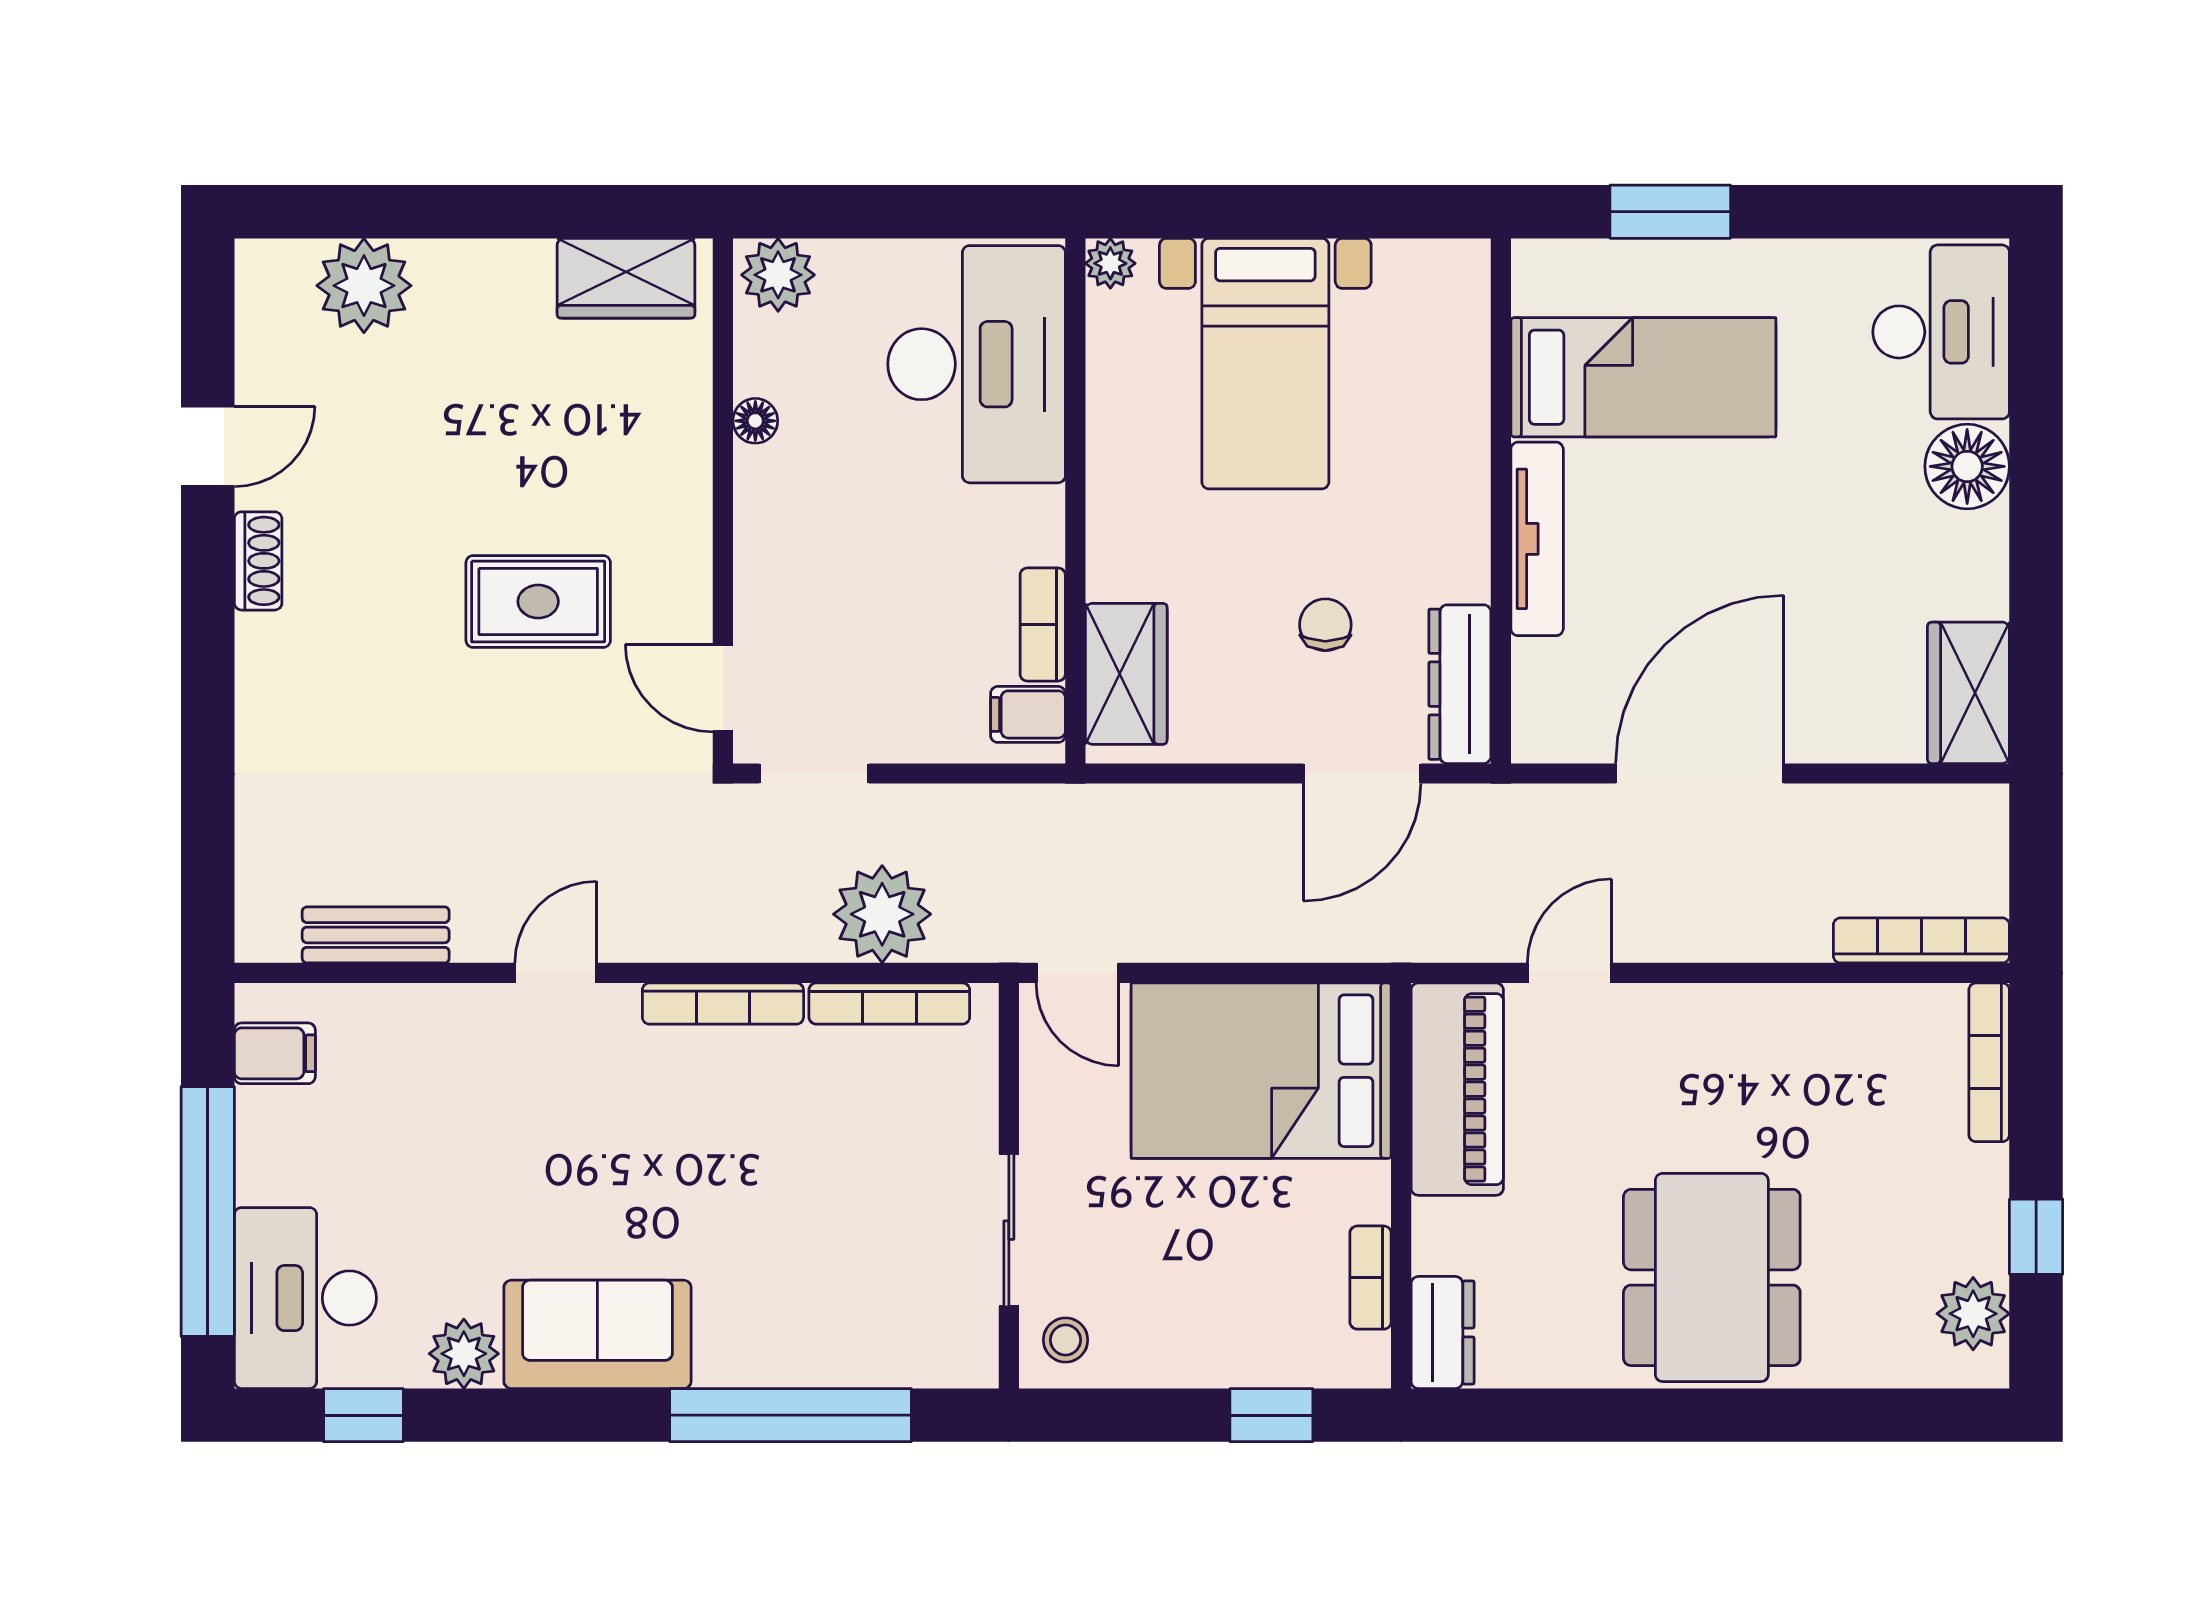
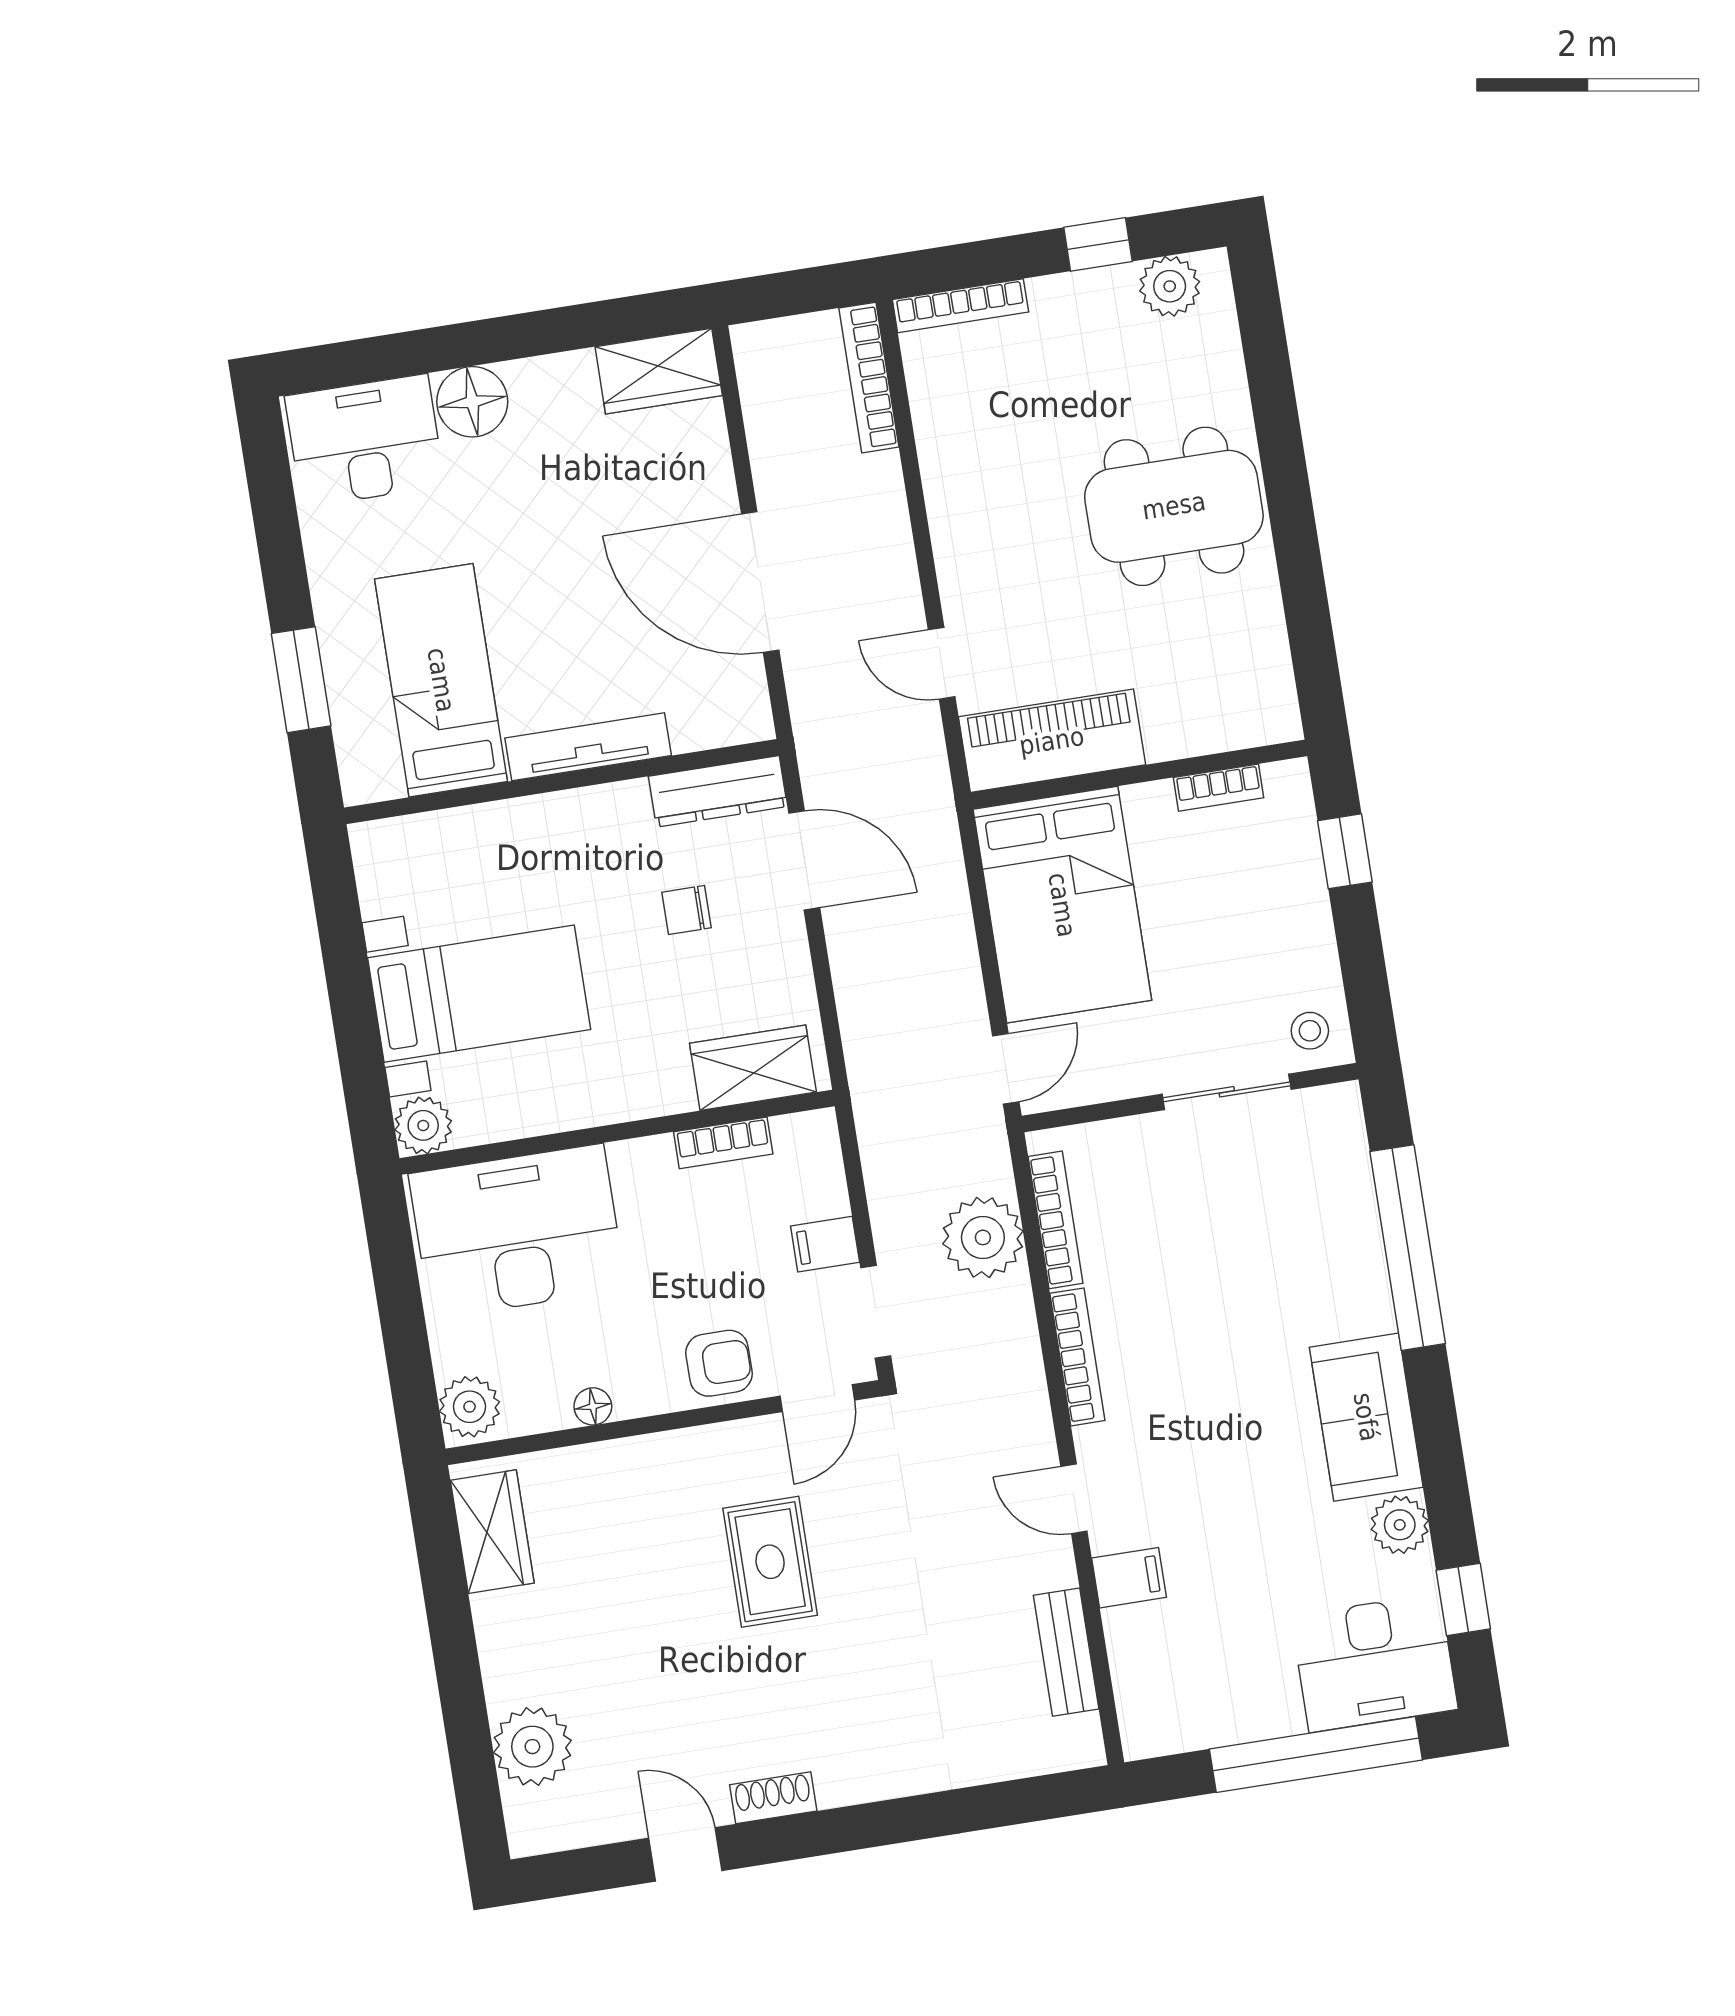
plant: (1110, 263) -> (423, 1125), width x1.38, depth x1.38
armchair: (783, 578) -> (719, 1363), added
filing cabinet: (1028, 714) -> (825, 1244), moved, turned 90
filing cabinet: (275, 1053) -> (1129, 1578), moved, turned 90
dresser: (1443, 1332) -> (1254, 721), removed

